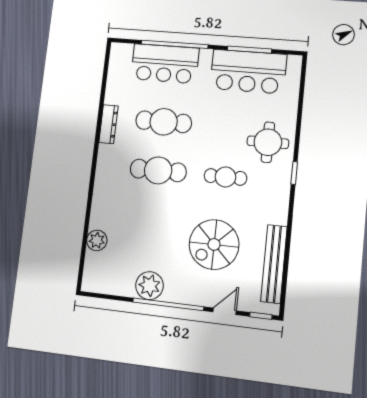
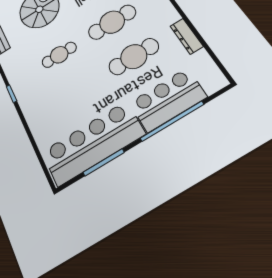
bar counter: (248, 72) -> (93, 143), width x1.36
dresser: (108, 124) -> (187, 36), moved
round table: (268, 142) -> (43, 101), removed

